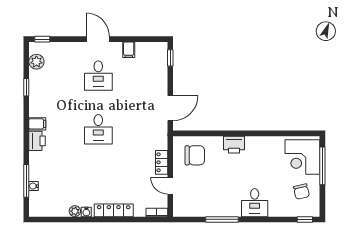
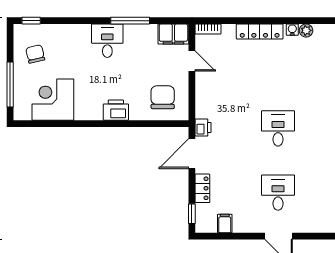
filing cabinet: (129, 50) -> (225, 223), moved
printer: (161, 130) -> (203, 128), added
chair: (195, 155) -> (163, 97), turned 90
corner desk: (302, 157) -> (53, 100), moved, turned -90
locker: (162, 162) -> (202, 188), moved
desk: (255, 203) -> (107, 41), moved
filing cabinet: (186, 208) -> (173, 34), added

